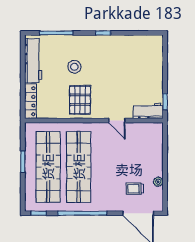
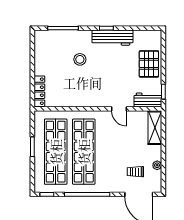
workbench: (33, 61) -> (112, 38), moved, turned 90
pallet: (80, 100) -> (149, 64), moved
shelving: (156, 141) -> (155, 128), added

